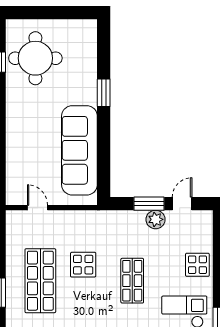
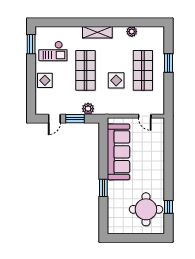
plant: (156, 219) -> (88, 109), moved
shop shelf: (132, 281) -> (86, 70), width x1.43, depth x1.36

